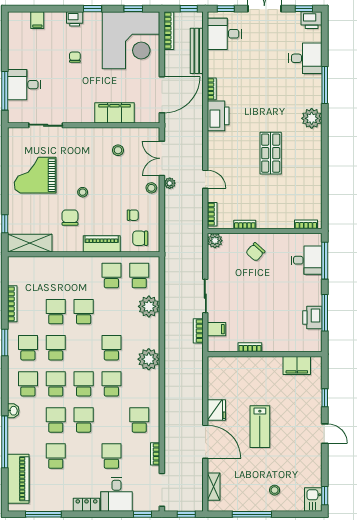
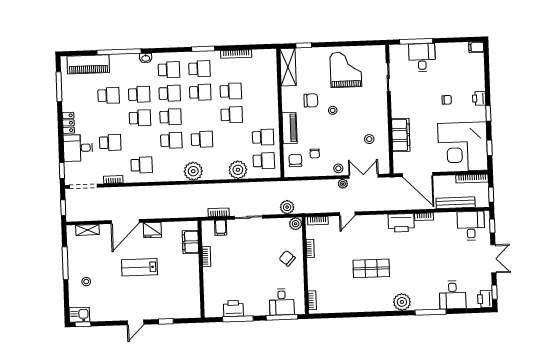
filing cabinet: (37, 20) -> (476, 47), moved
plant: (195, 250) -> (287, 207), added
filing cabinet: (297, 365) -> (190, 242), moved

